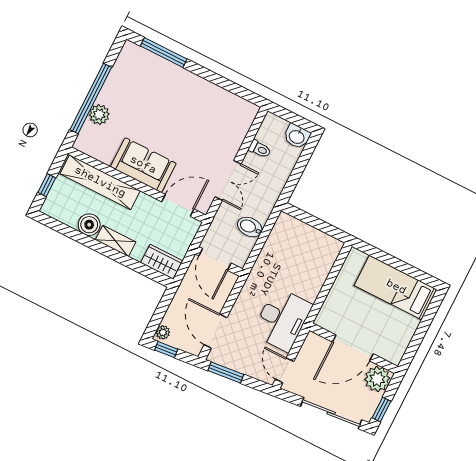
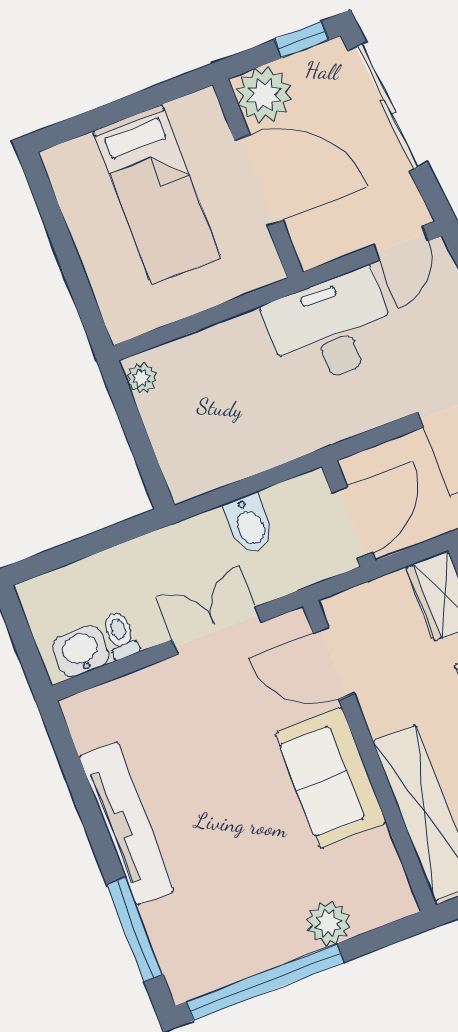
tv unit: (199, 86) -> (127, 823), added
window: (91, 98) -> (265, 982), moved
washbasin: (297, 136) -> (81, 651), moved, turned -90
plant: (332, 244) -> (142, 378), added
bed: (396, 287) -> (157, 194), moved

